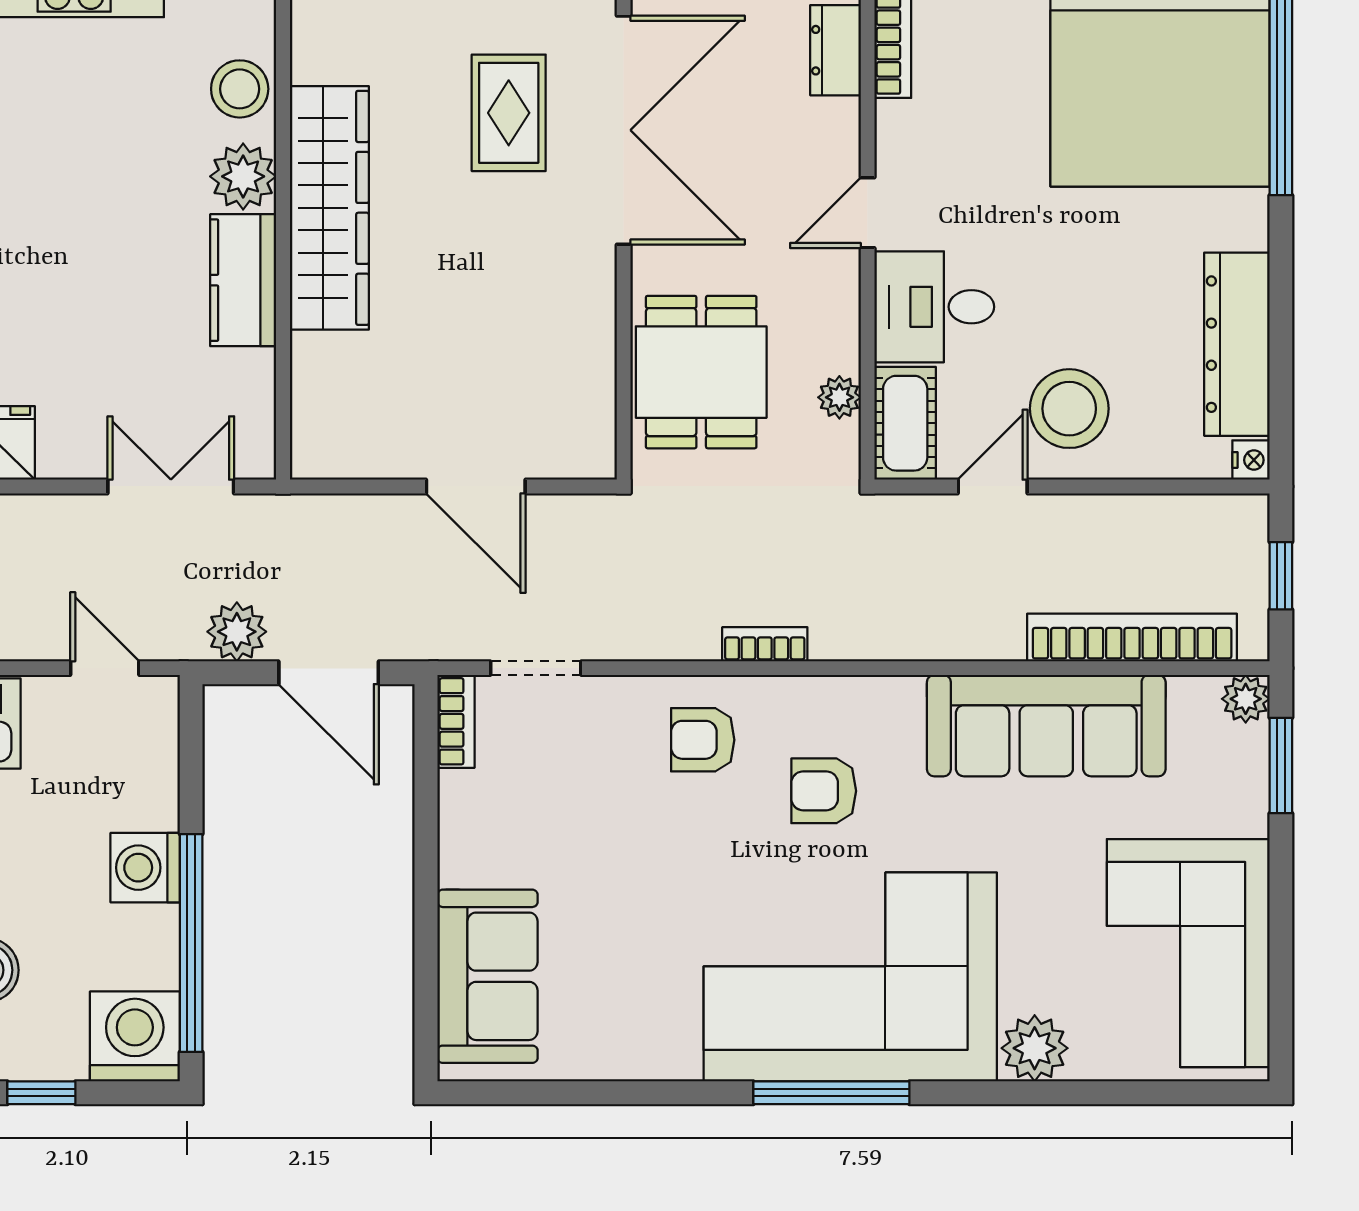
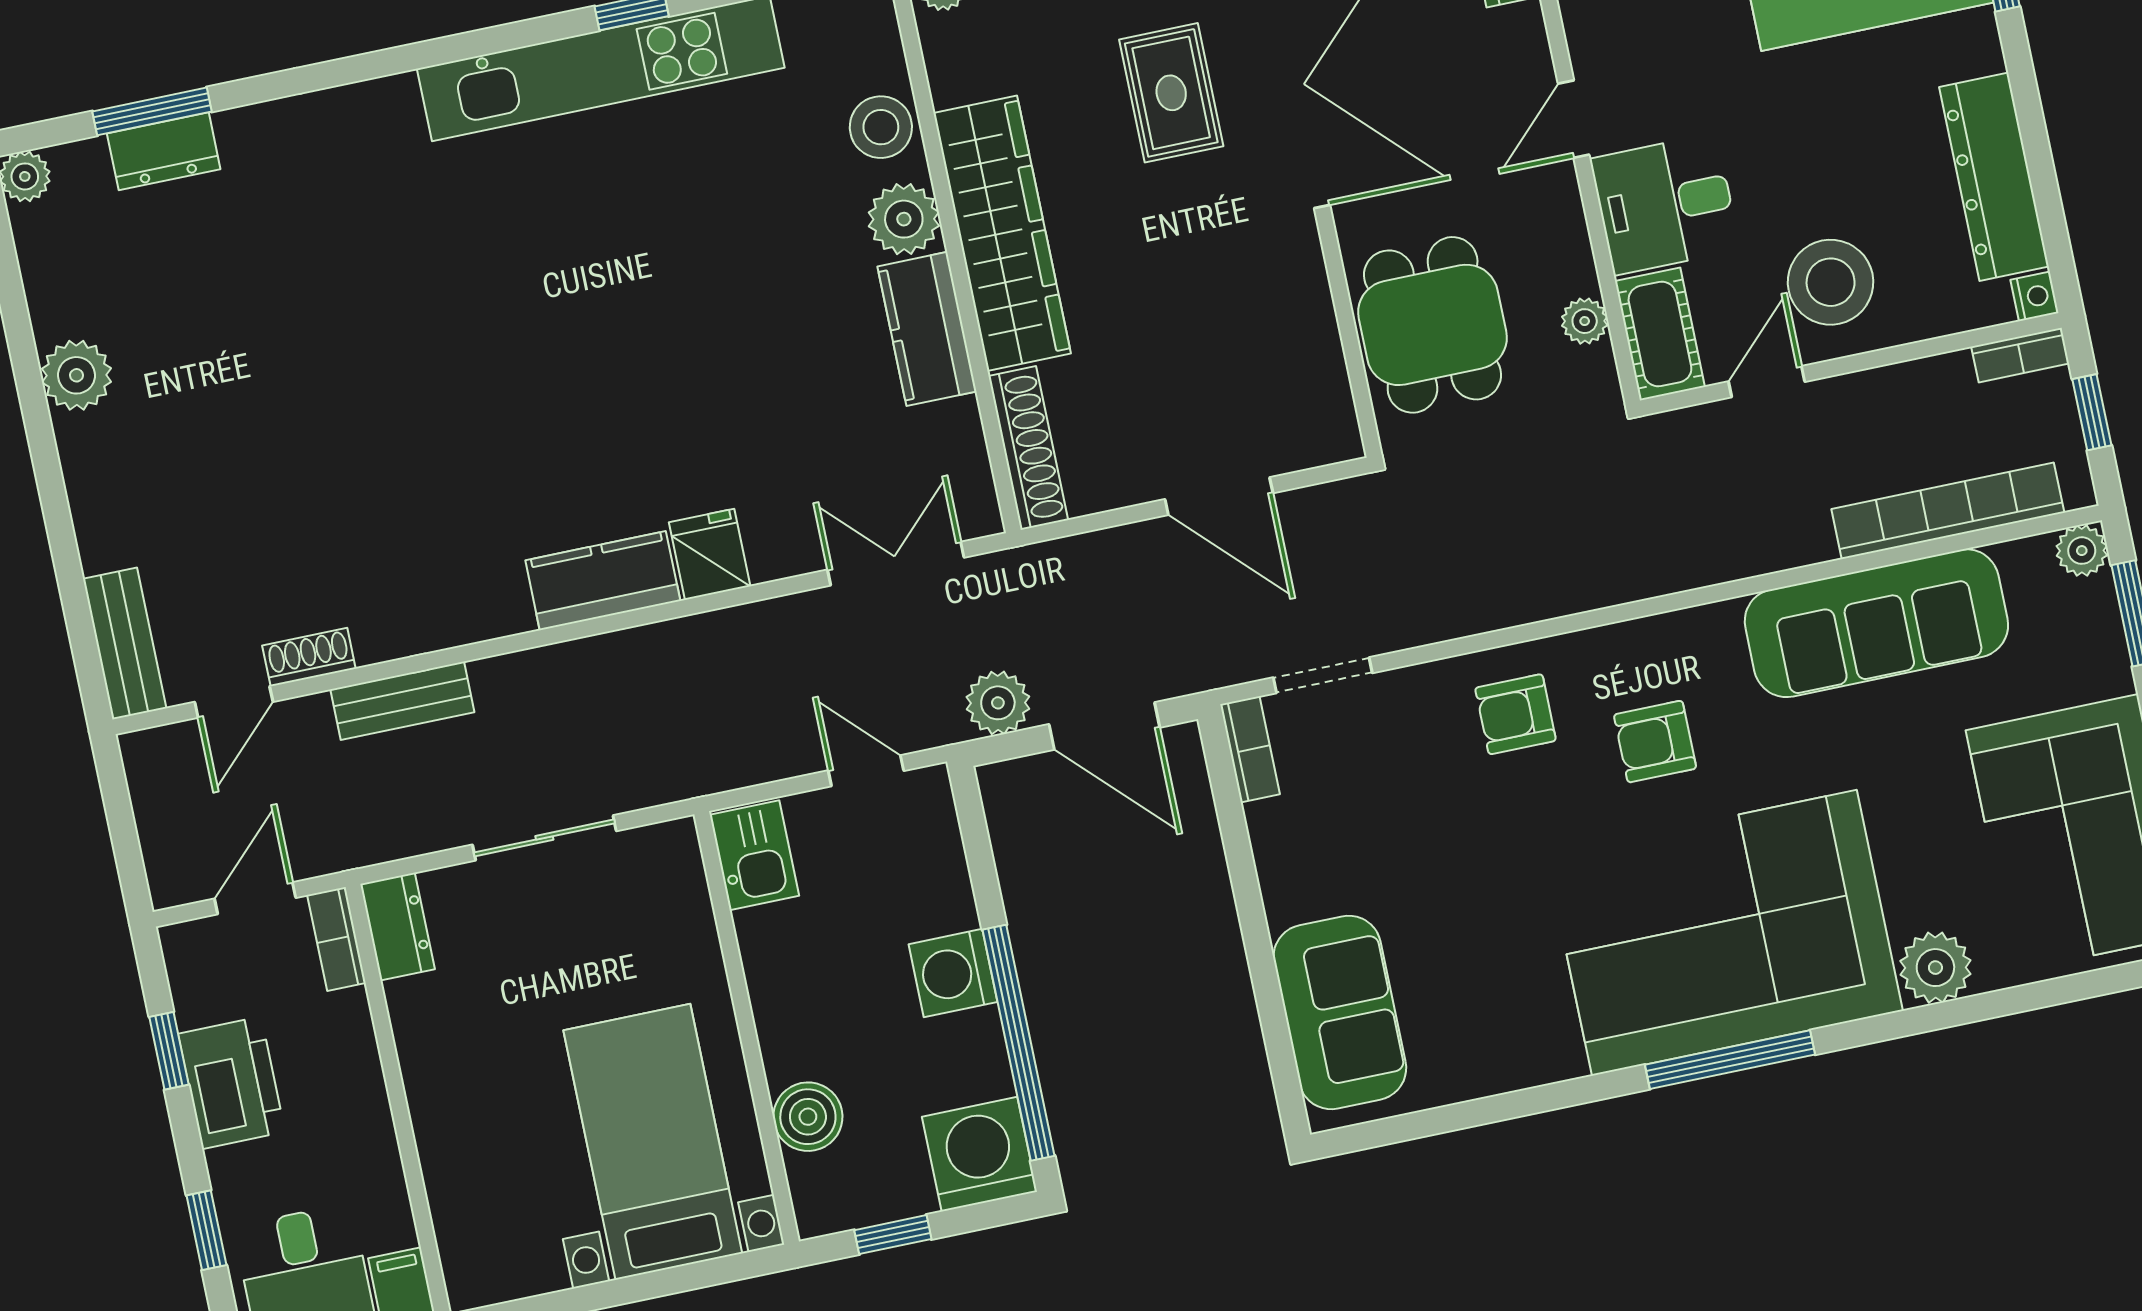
shoe rack: (312, 407) -> (1028, 448), added
bookcase: (765, 644) -> (2020, 355), moved, turned 180

